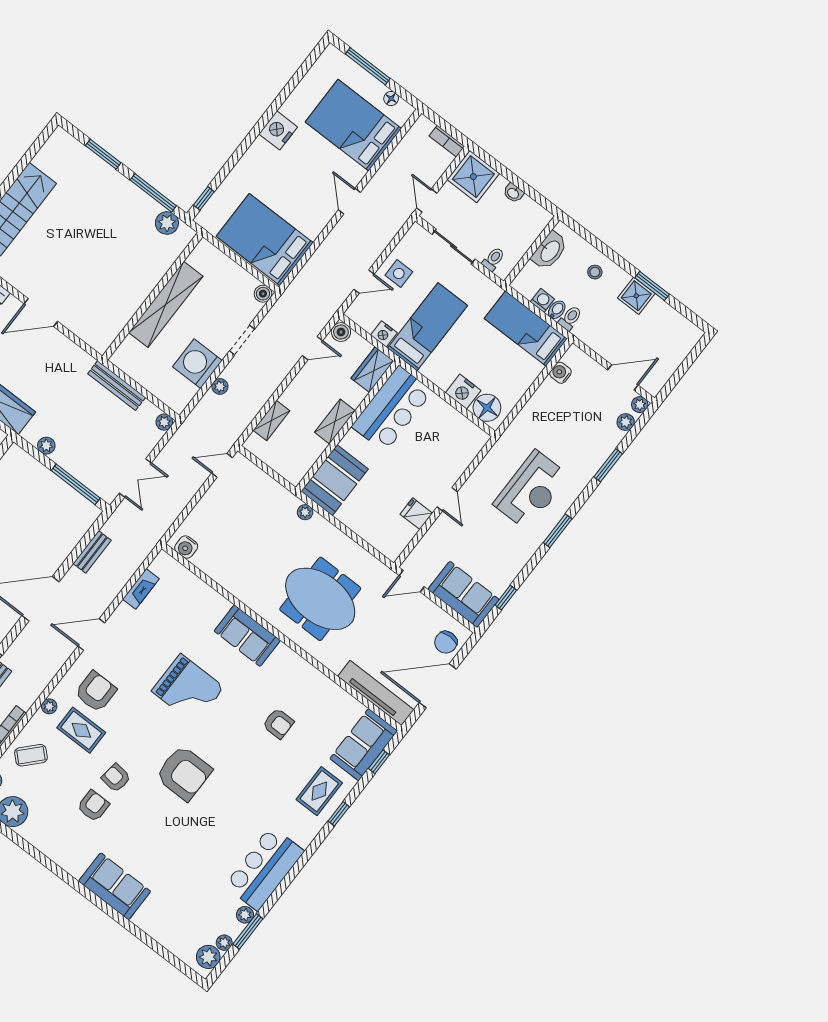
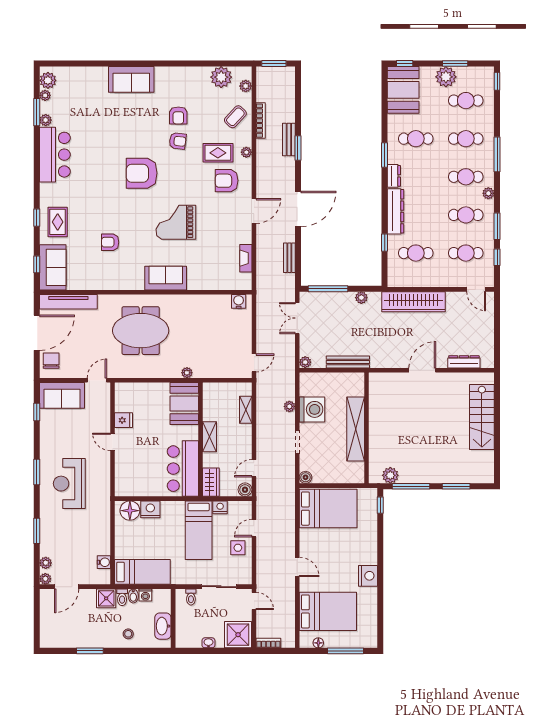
shower: (636, 296) -> (106, 598), moved
armchair: (96, 692) -> (227, 181), turned 90

